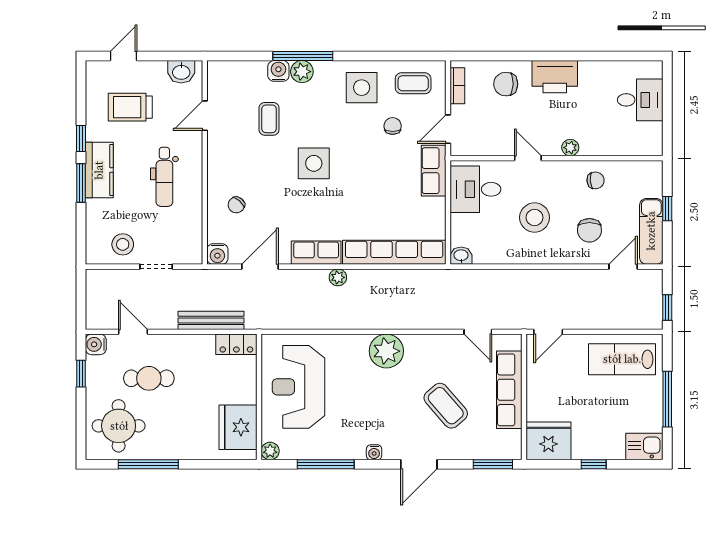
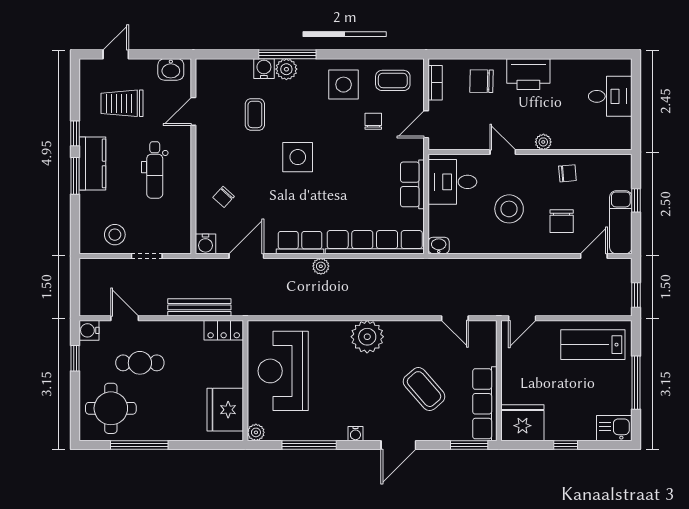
row of seats: (434, 171) -> (412, 184), moved
row of seats: (509, 390) -> (485, 404), moved

